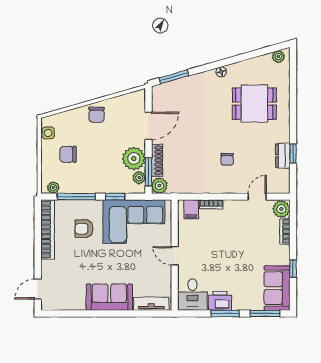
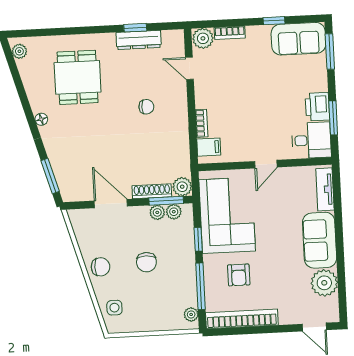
side table: (48, 133) -> (114, 308), moved
chair: (68, 154) -> (146, 262), moved
dresser: (283, 156) -> (139, 40), width x1.44
plant: (134, 158) -> (157, 212), width x0.53, depth x0.53
plant: (74, 299) -> (324, 283), added
window: (225, 313) -> (333, 118), moved

